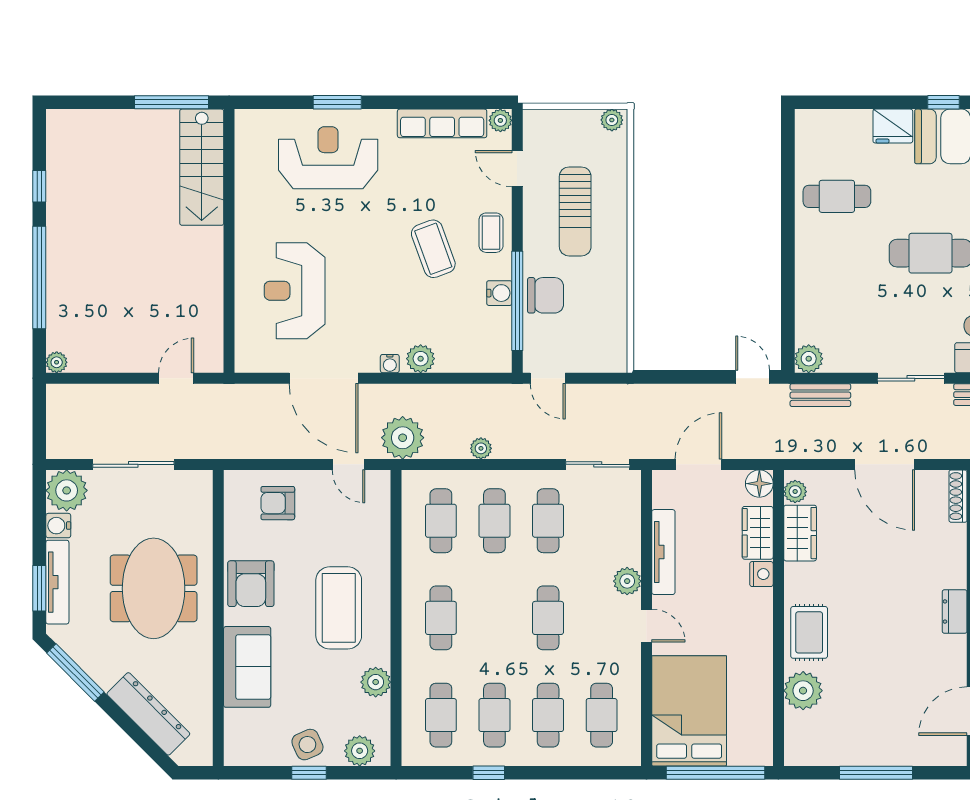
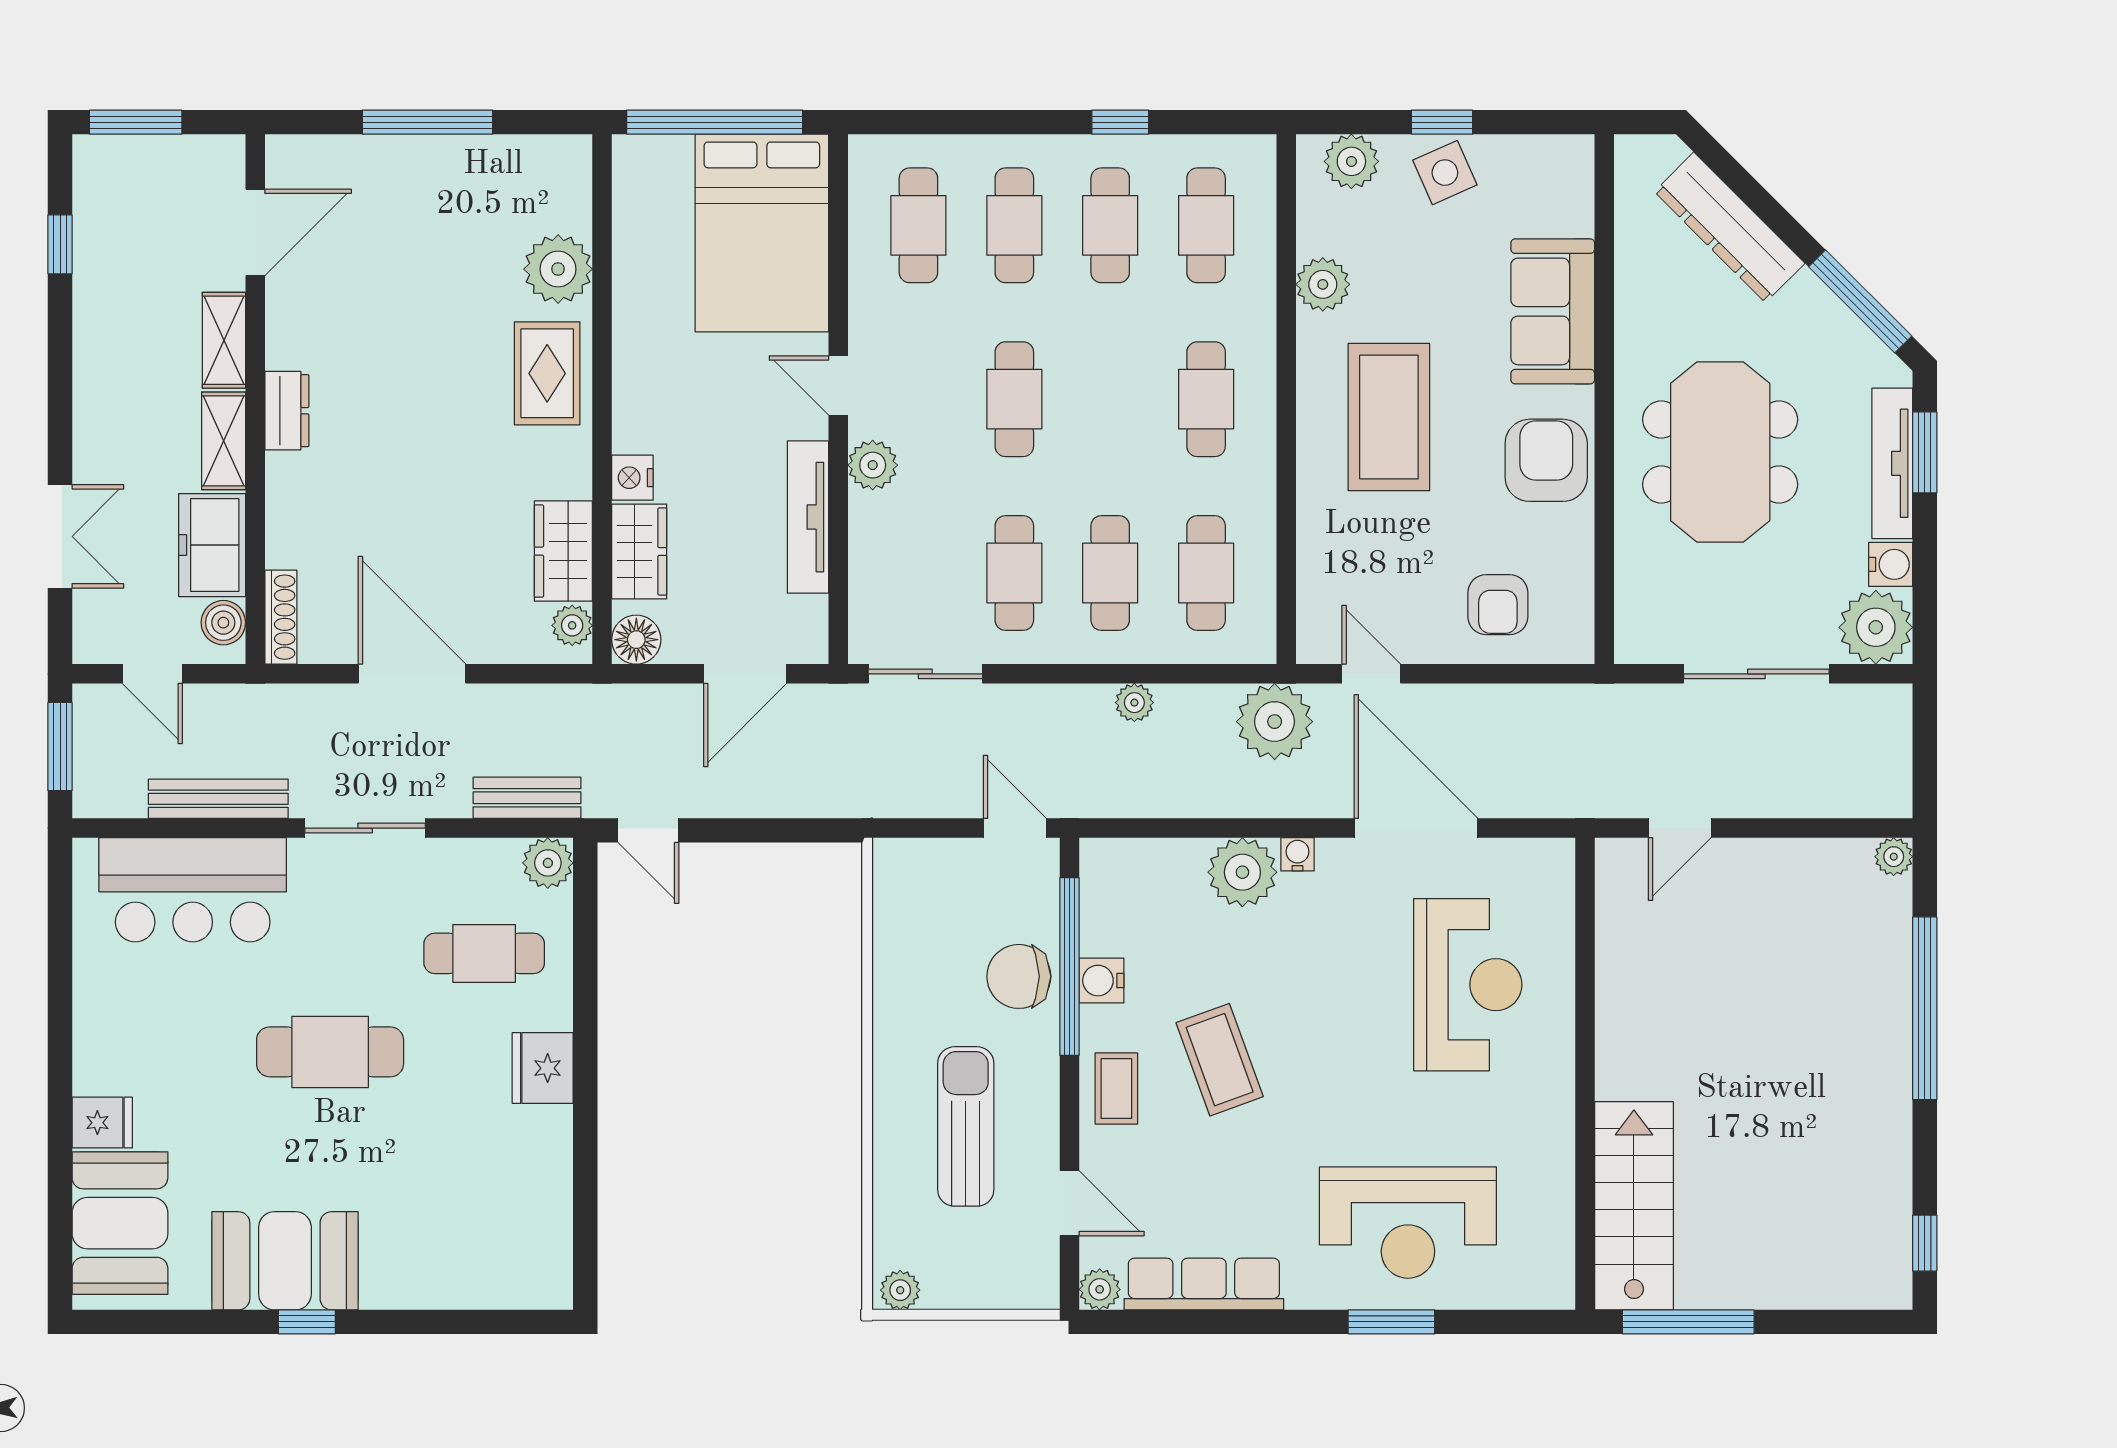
fridge: (893, 126) -> (543, 1068), moved, turned -90
window: (39, 186) -> (1925, 1243), moved
cafe table: (837, 196) -> (484, 953), moved
plant: (421, 359) -> (1242, 872), width x1.36, depth x1.36
armchair: (278, 503) -> (1498, 605), turned 90

